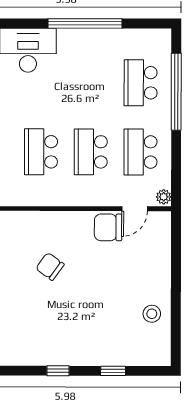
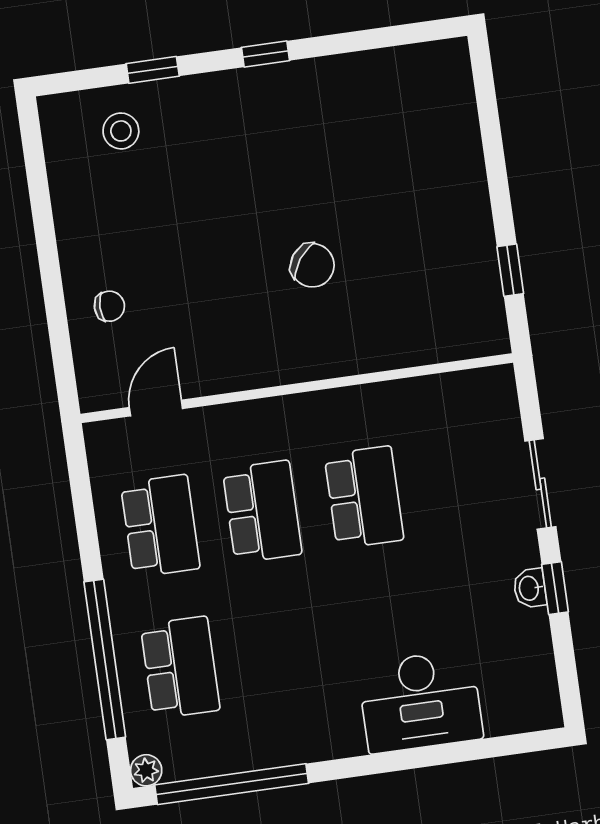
window: (85, 23) -> (232, 784), moved
plant: (164, 197) -> (146, 770), moved
chair: (108, 227) -> (109, 306), moved, width x0.54, depth x0.54
stool: (152, 314) -> (121, 131), moved

